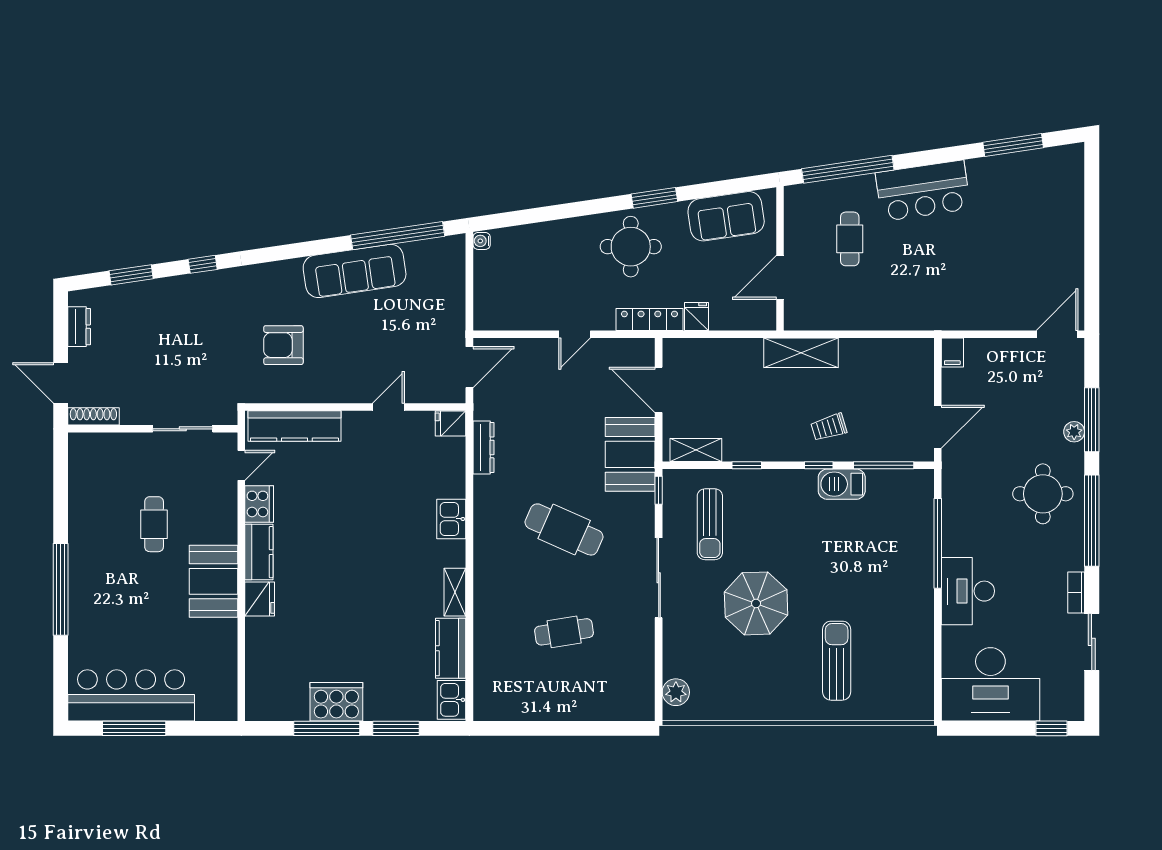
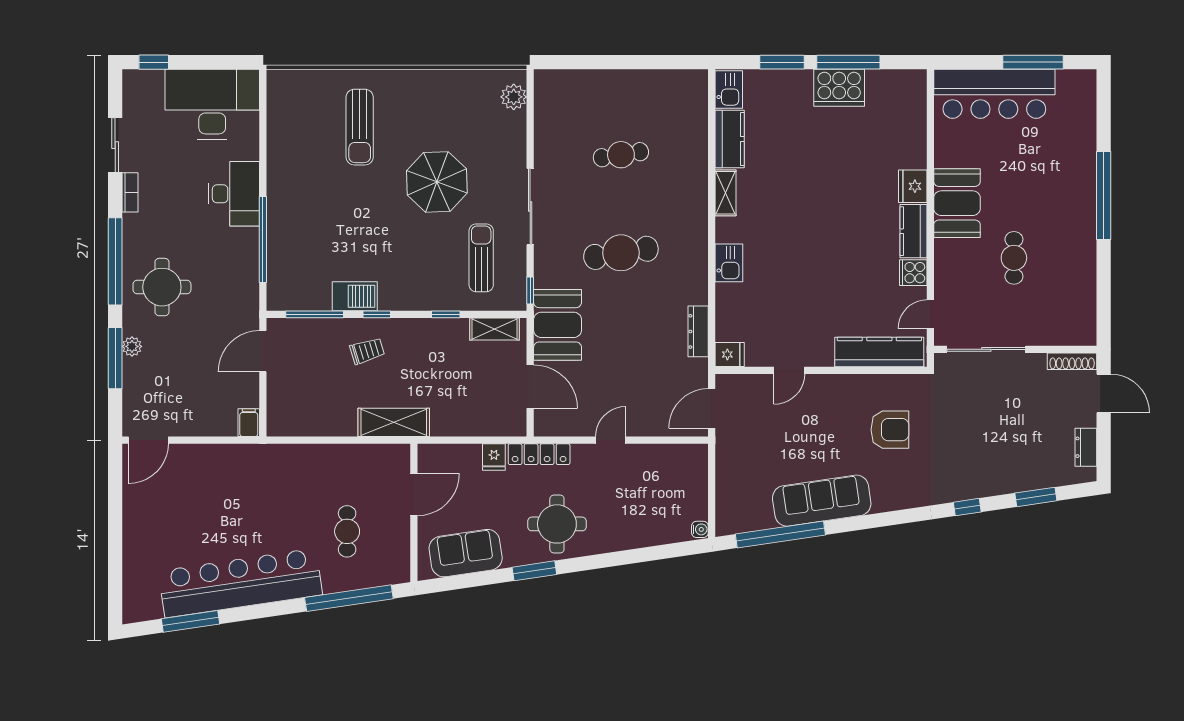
bar counter: (923, 191) -> (240, 583), width x1.86
sliding door: (183, 429) -> (986, 349), width x1.37
cooker: (259, 504) -> (913, 273), width x0.73
cafe table: (564, 529) -> (621, 253), turned -33
bar counter: (131, 695) -> (994, 94), moved

